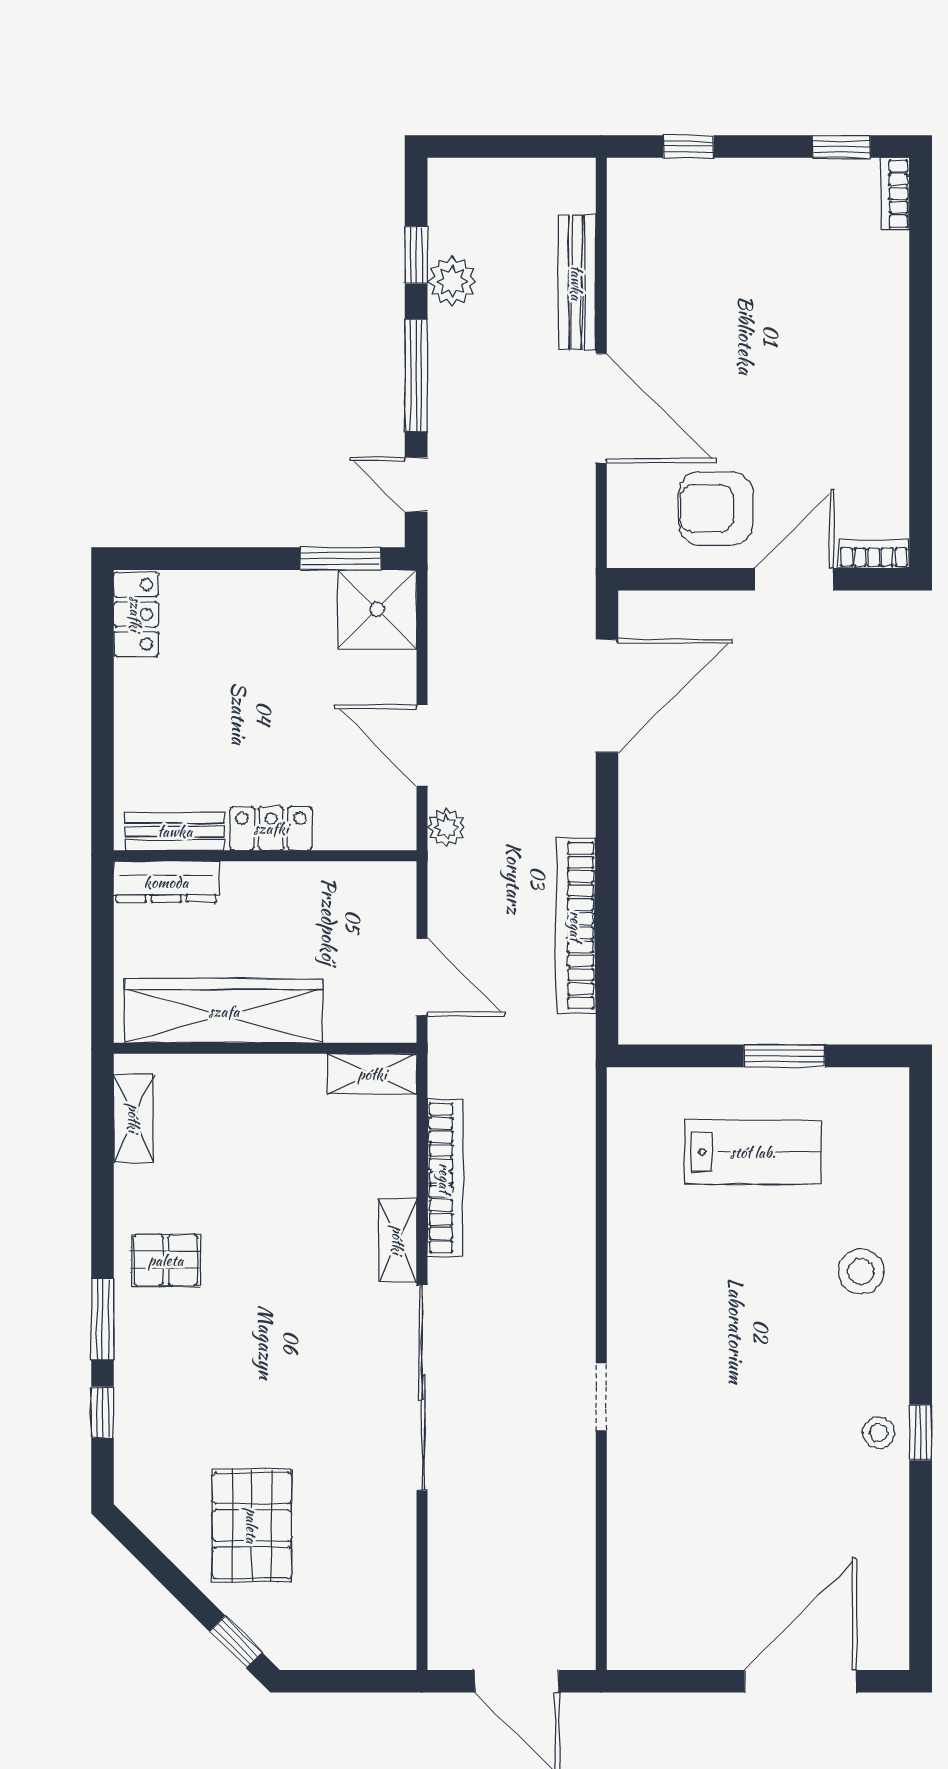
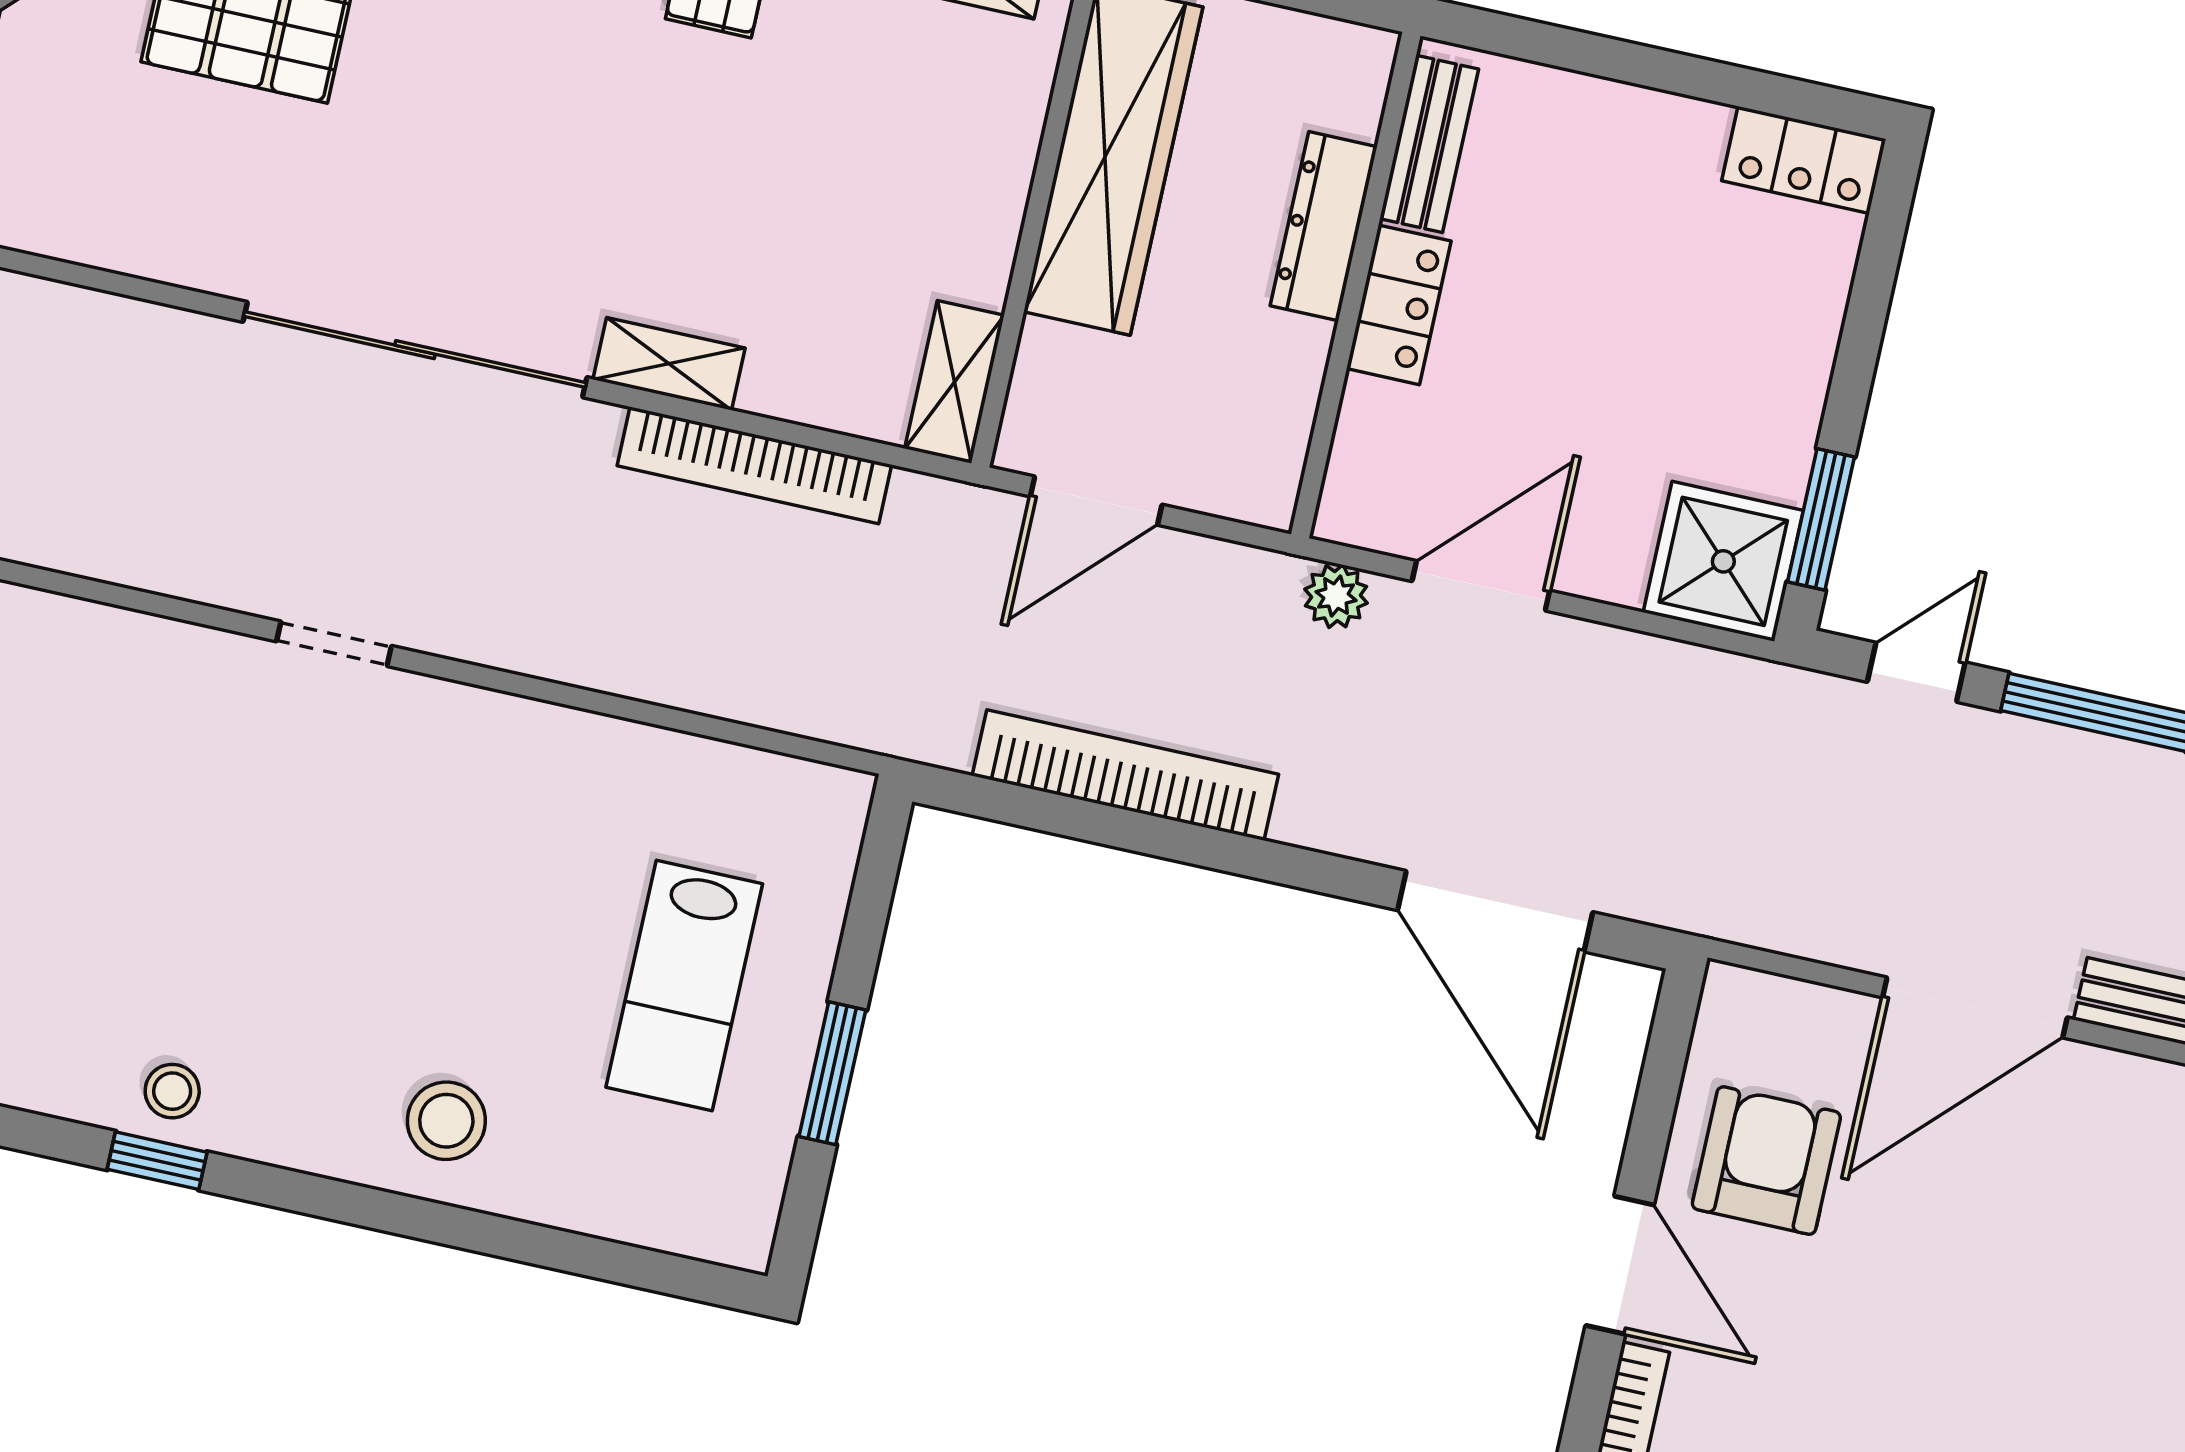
dresser: (166, 882) -> (1324, 226), moved

